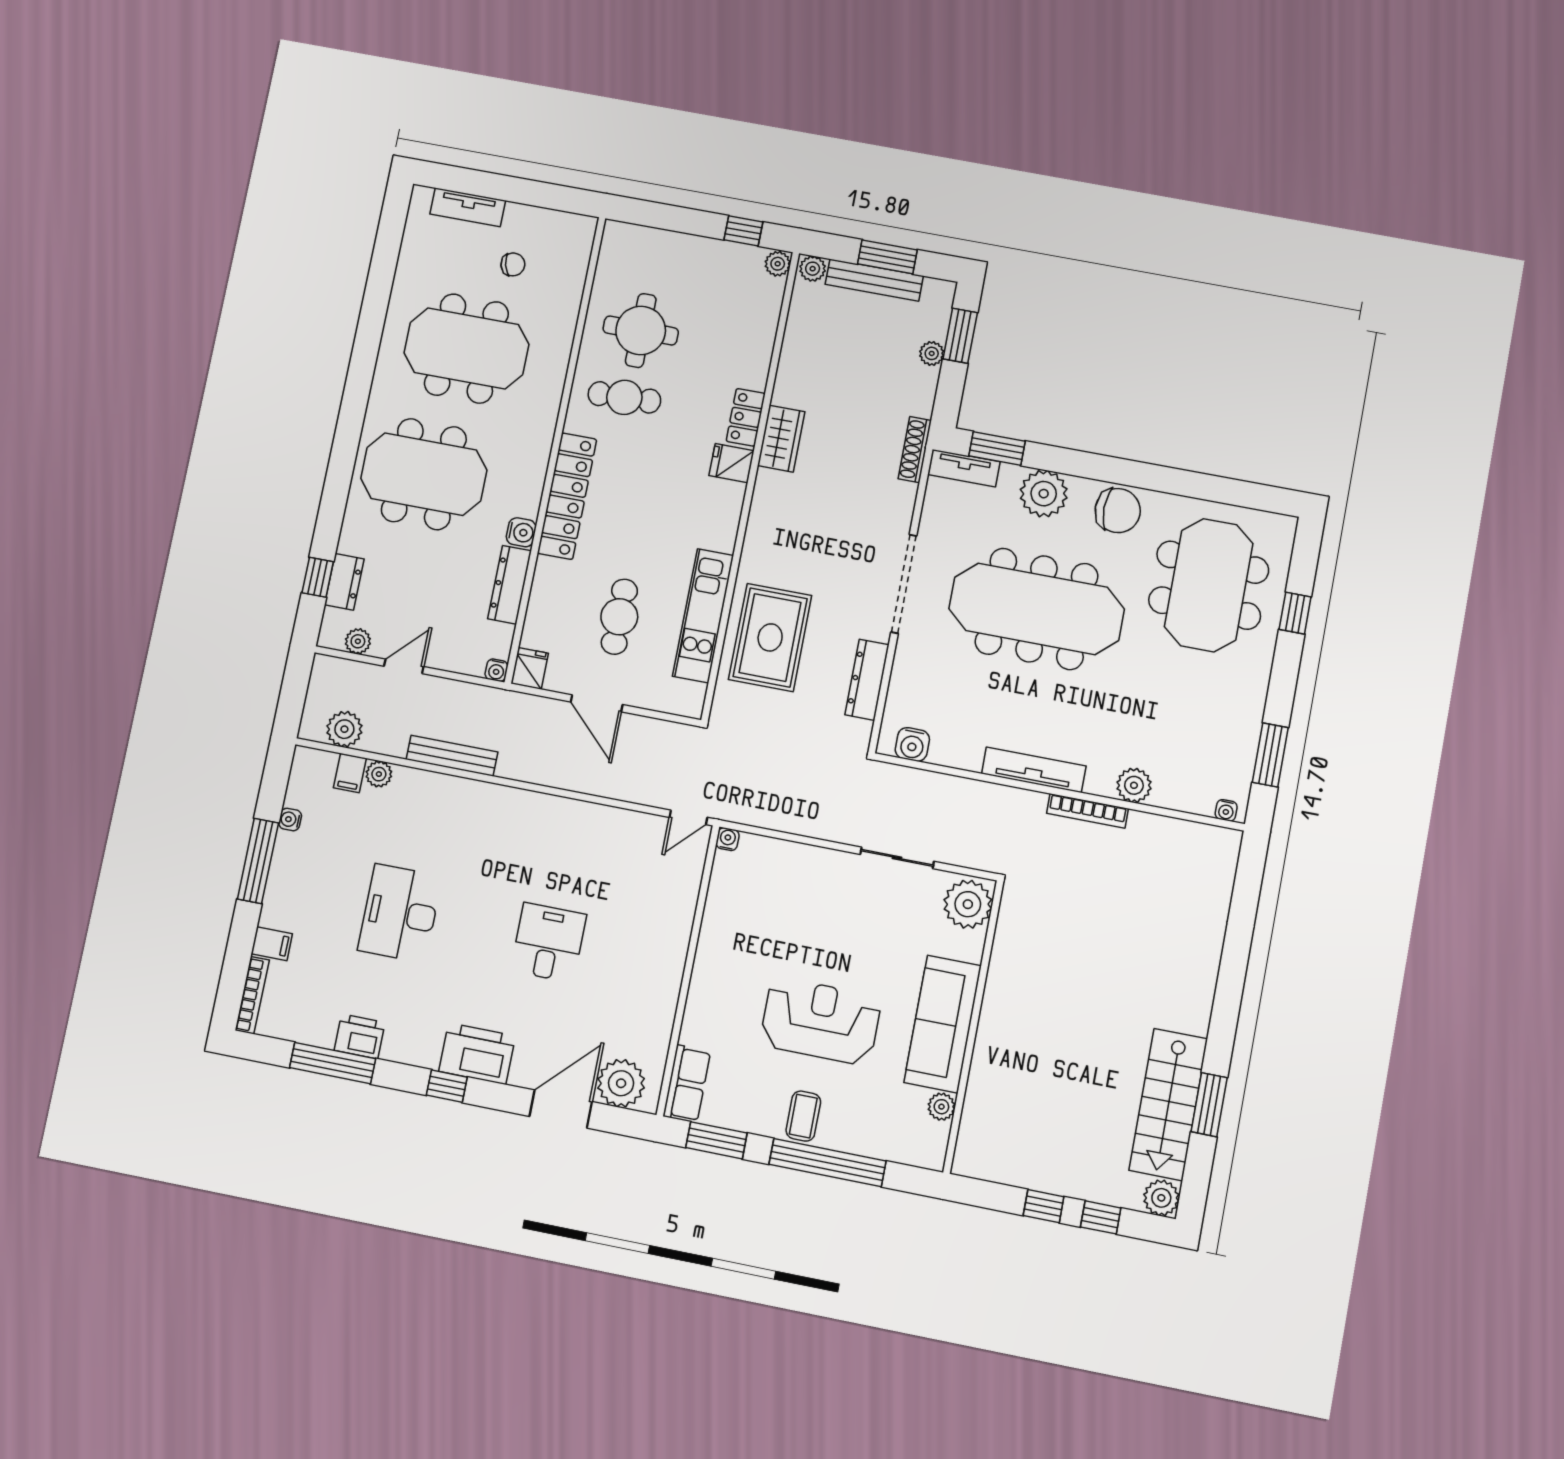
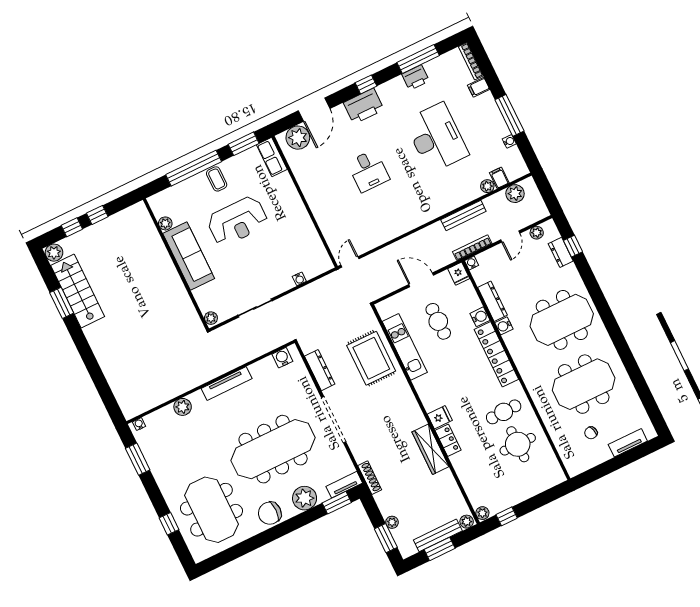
wardrobe: (781, 439) -> (431, 449), width x1.50
water cooler: (548, 575) -> (480, 317), added
bookcase: (1087, 811) -> (472, 248), moved
water cooler: (728, 839) -> (299, 279), moved
plant: (968, 904) -> (211, 318), width x0.53, depth x0.53
desk: (400, 913) -> (436, 138), width x1.36, depth x1.30

